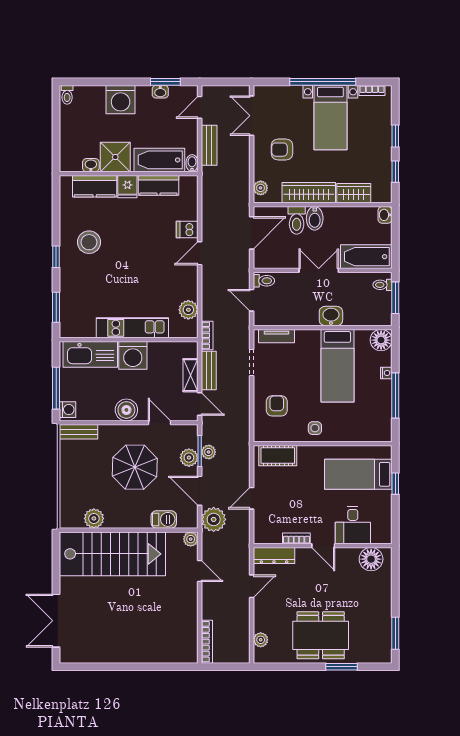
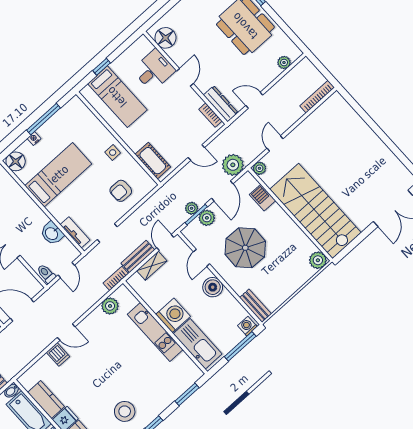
washbasin: (331, 316) -> (52, 233), moved
plant: (94, 518) -> (318, 260), moved
bookcase: (296, 538) -> (210, 115), moved

